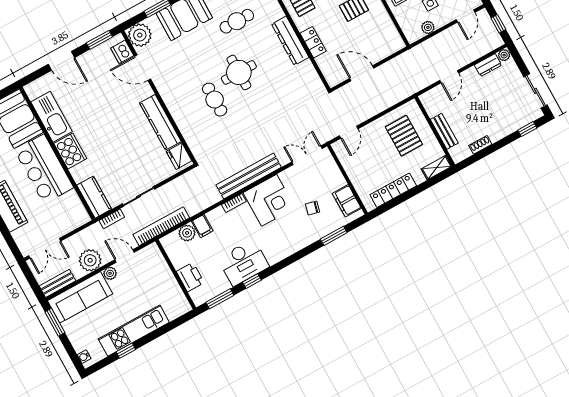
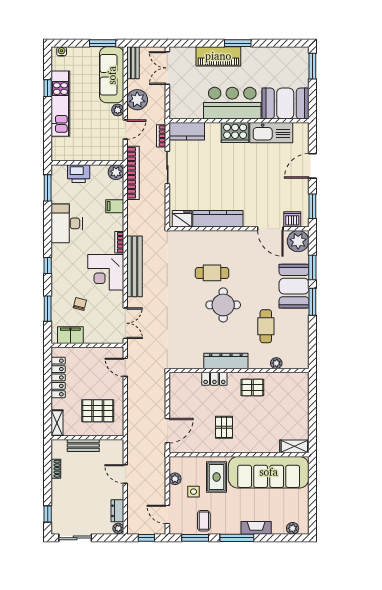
door: (143, 68) -> (270, 229), swing flipped
door: (362, 73) -> (167, 431), moved
plant: (187, 233) -> (116, 172), moved
window: (252, 281) -> (48, 266), moved

